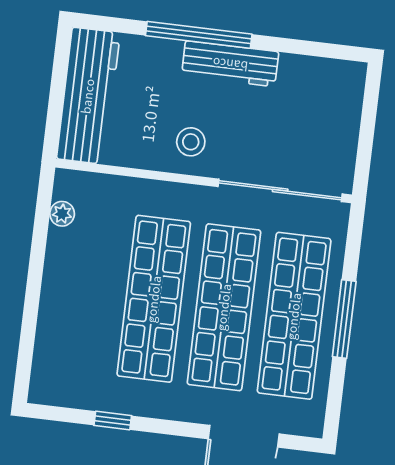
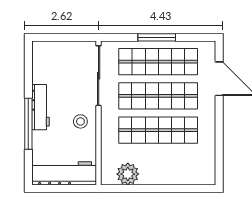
plant: (62, 214) -> (128, 174), width x1.88, depth x1.88
window: (113, 420) -> (219, 143), removed

